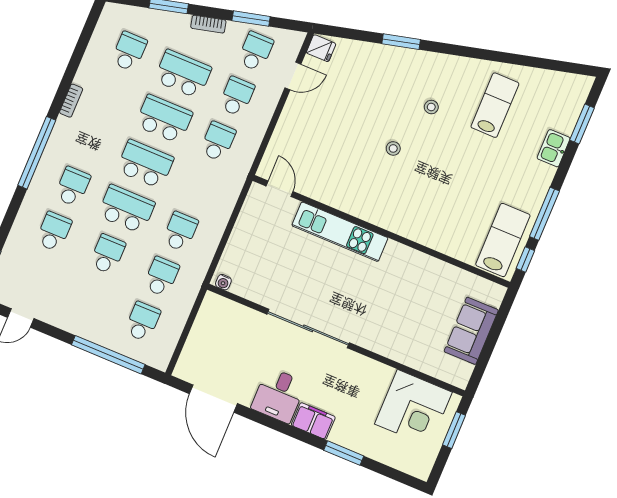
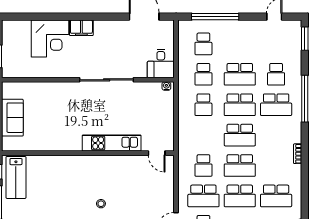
school desk: (129, 51) -> (276, 196), width x1.85
school desk: (237, 96) -> (203, 196), width x1.85
window: (37, 153) -> (305, 99), moved
school desk: (73, 187) -> (276, 105), width x1.85
school desk: (108, 254) -> (240, 74), width x1.85
desk: (279, 395) -> (161, 64), moved, turned 180
corner desk: (413, 408) -> (50, 38), moved, turned 180
window: (344, 453) -> (56, 17), removed

